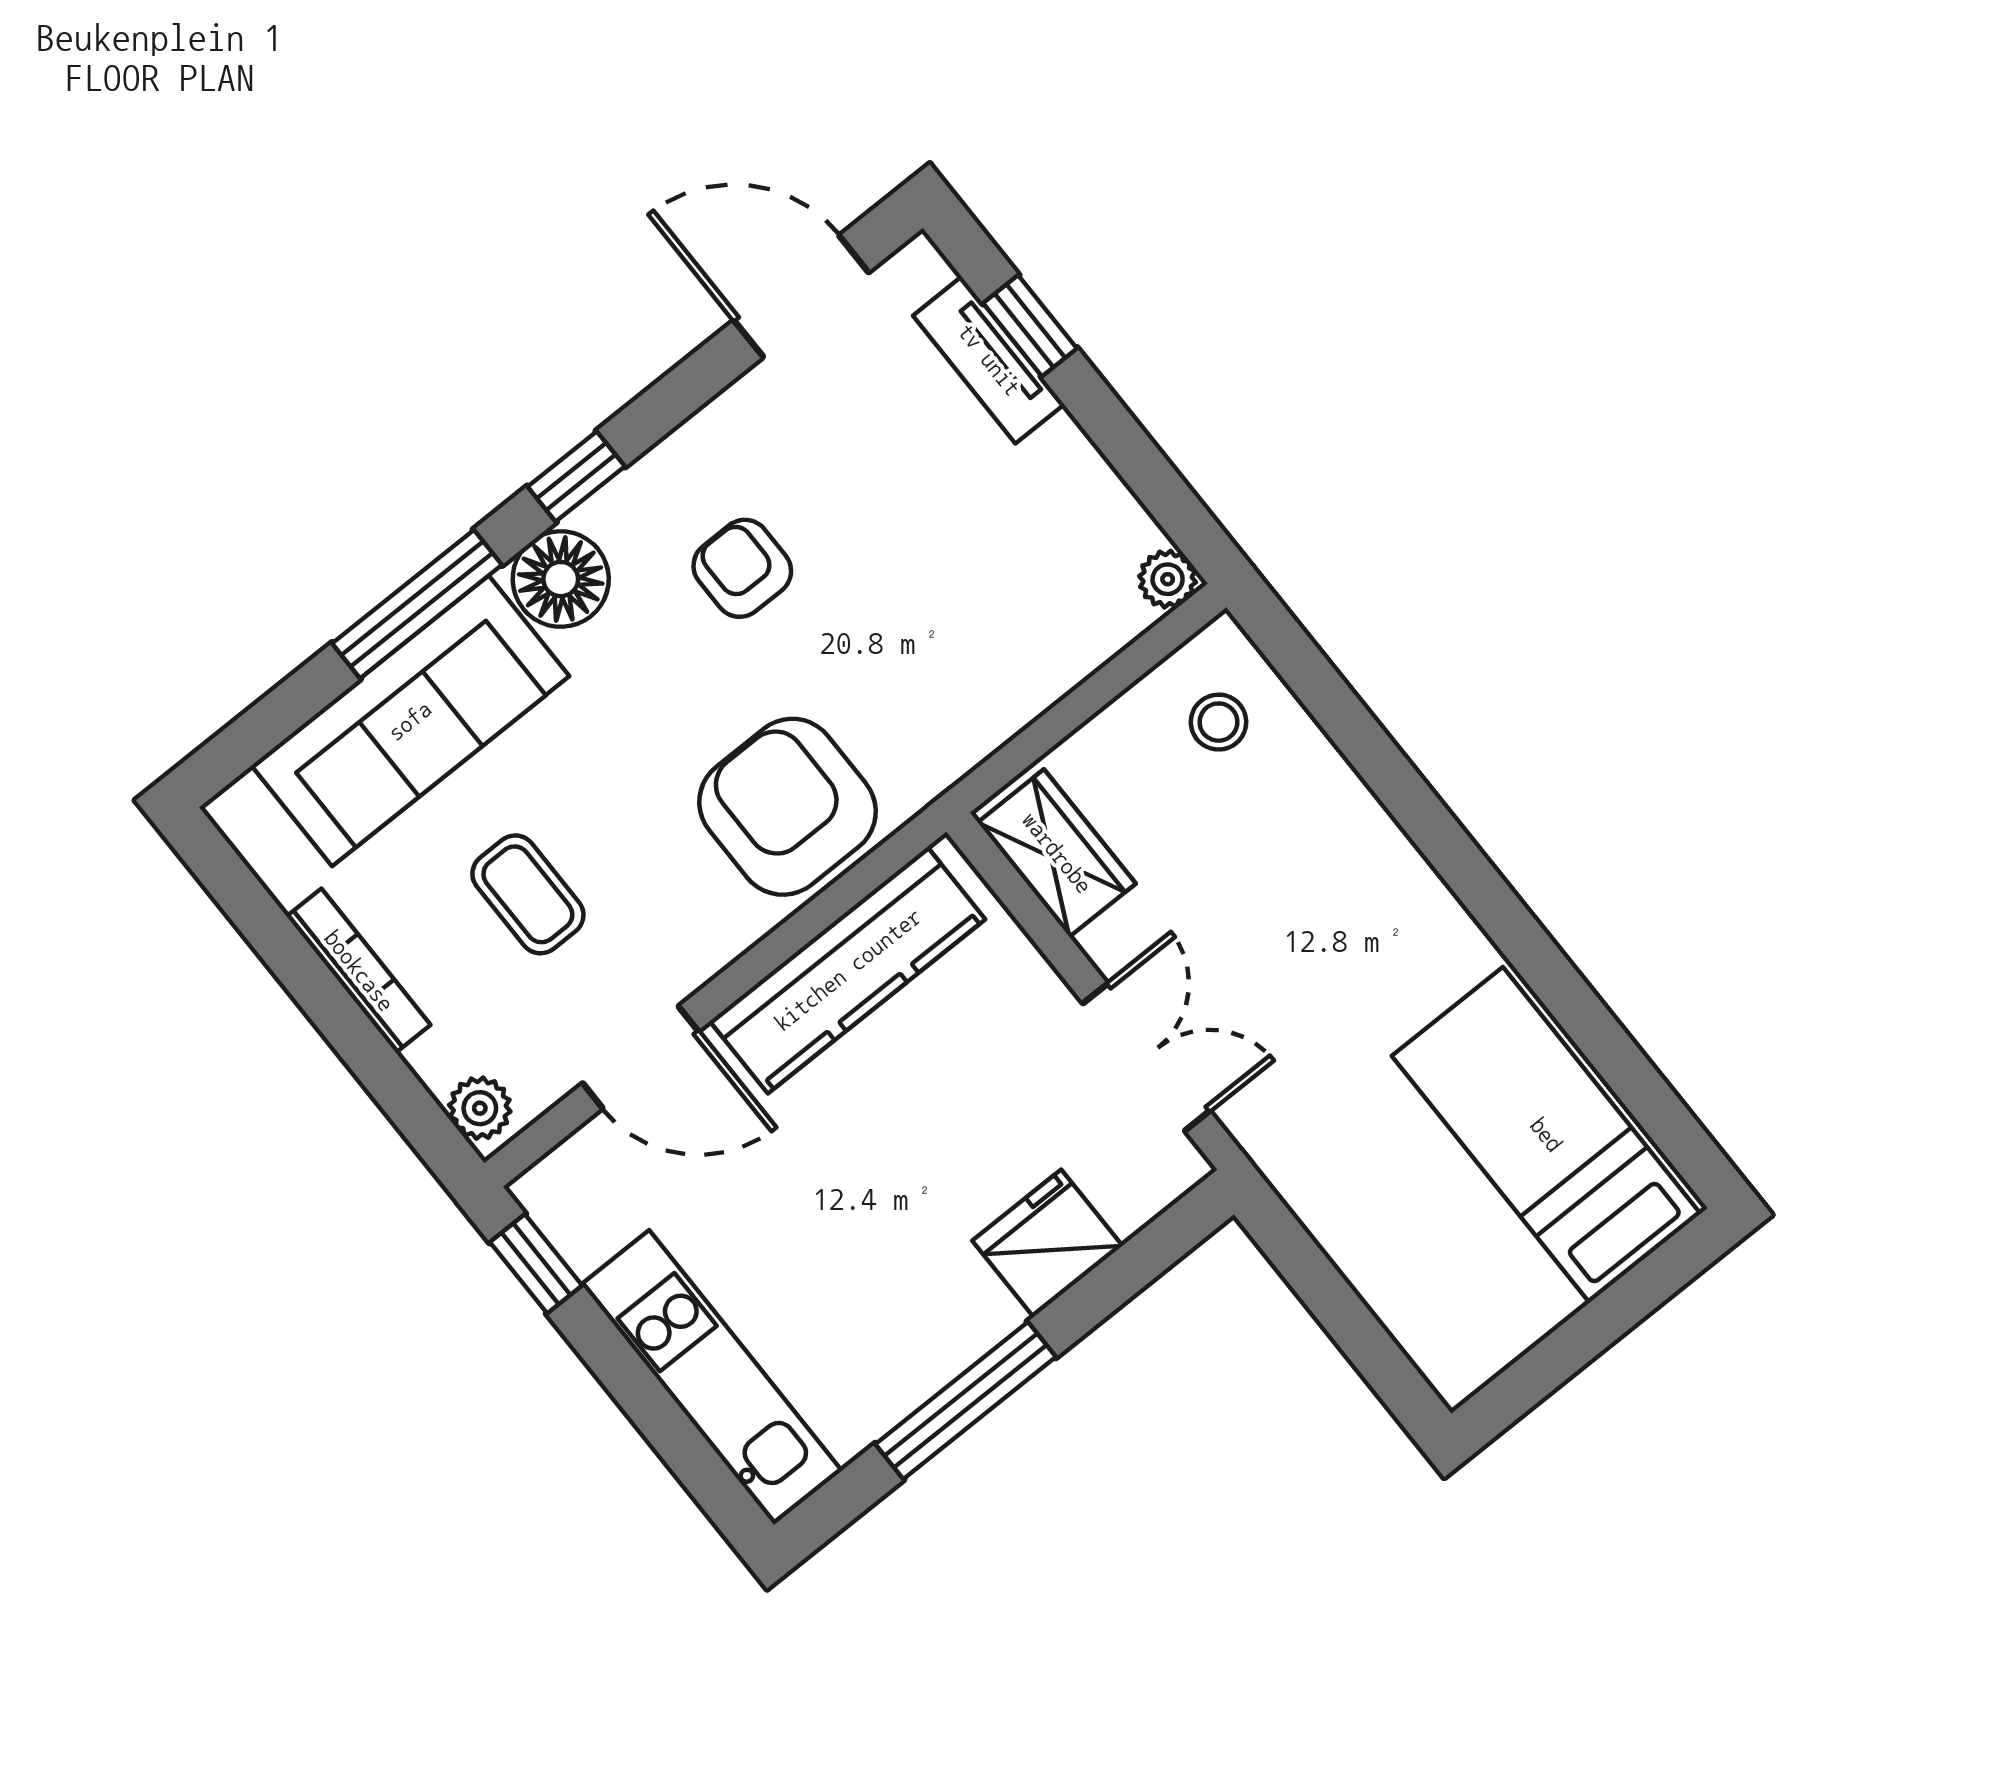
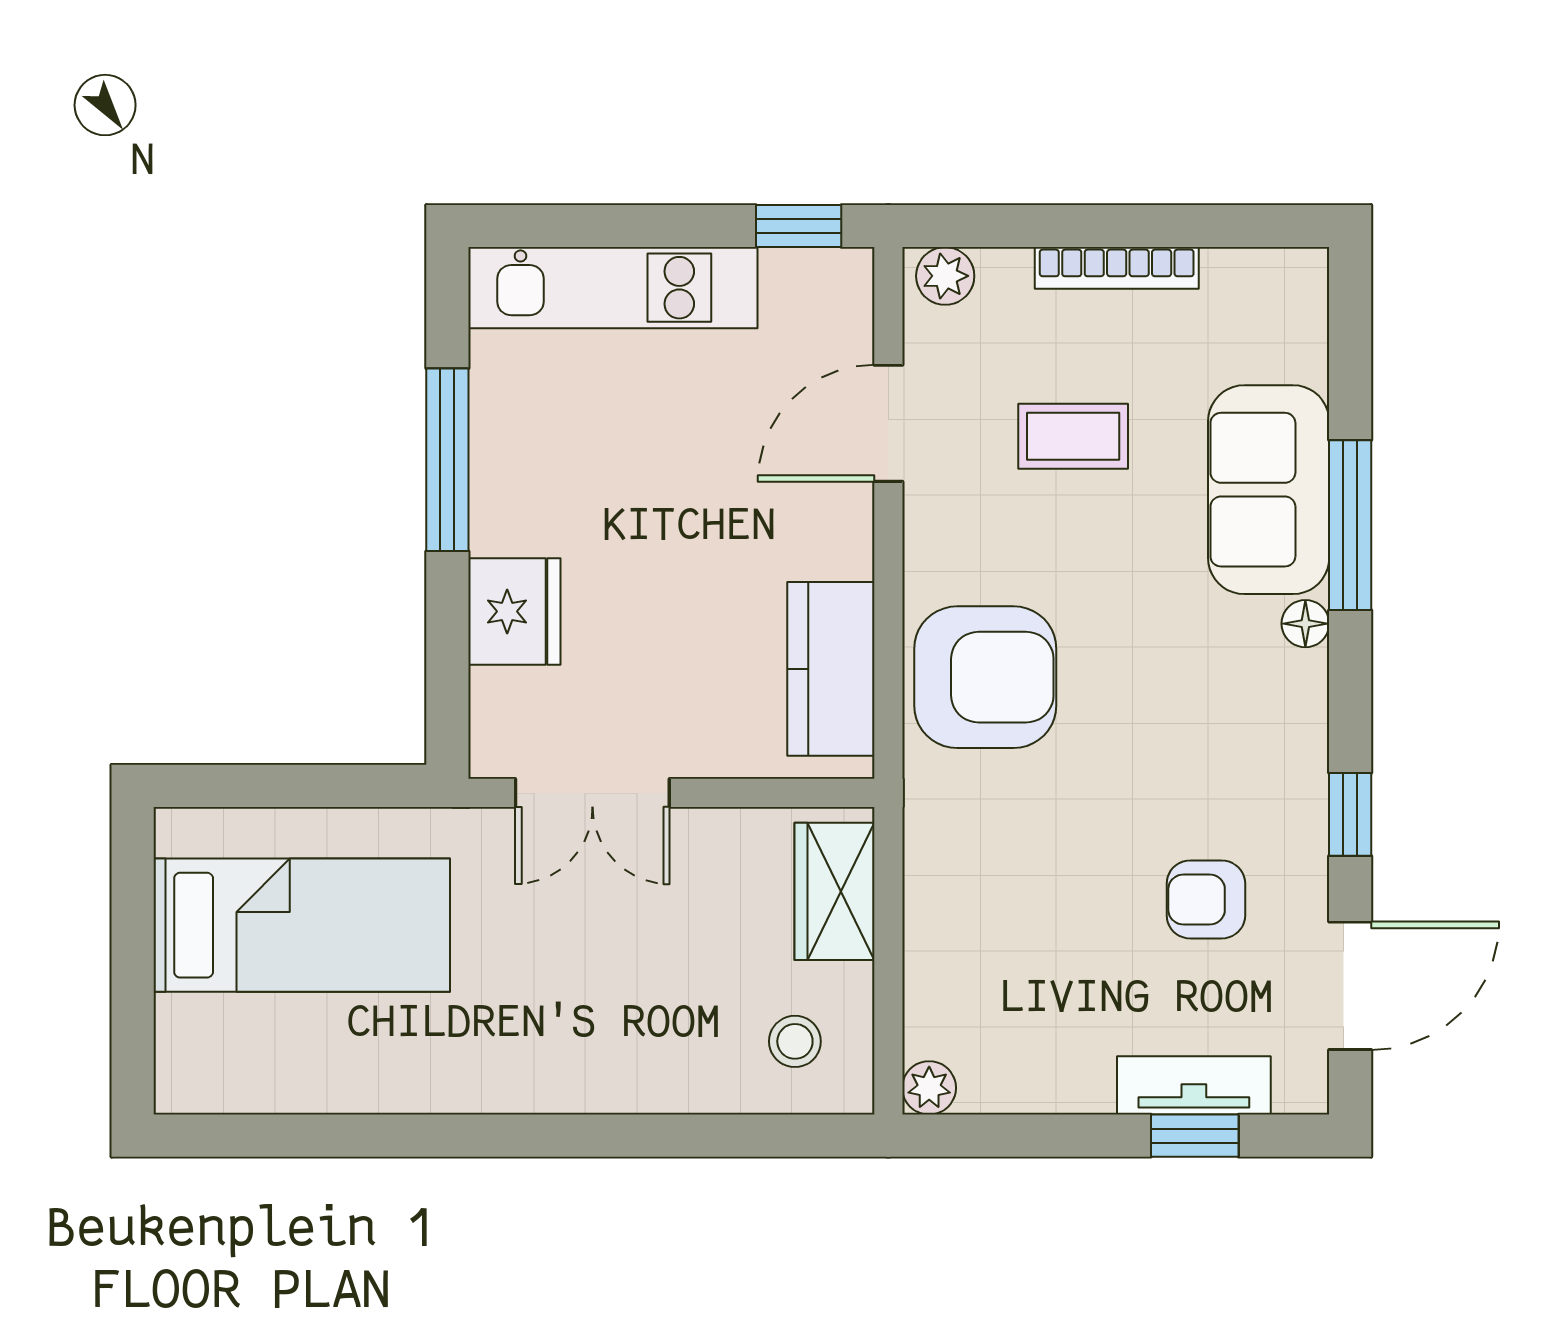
window: (576, 477) -> (1350, 814), moved
armchair: (742, 568) -> (1206, 899), moved, turned 180
floor lamp: (561, 579) -> (1305, 624), width x0.53, depth x0.53
sofa: (410, 721) -> (1269, 490), width x0.73
wardrobe: (1057, 853) -> (834, 891), moved, turned 90
kitchen counter: (848, 970) -> (831, 669), width x0.67
bed: (1546, 1135) -> (302, 925), moved

